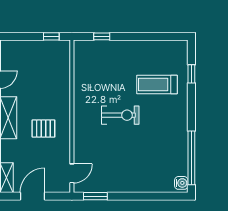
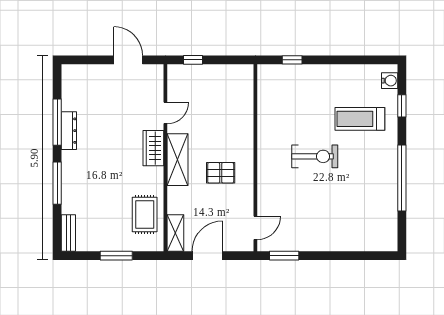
window: (51, 36) -> (193, 60), moved
window: (191, 158) -> (402, 178), moved
water cooler: (181, 183) -> (390, 81), moved

